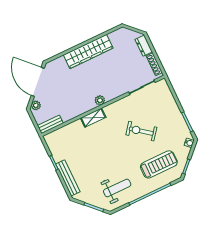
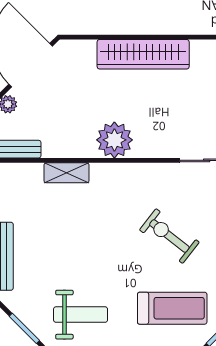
plant: (100, 100) -> (114, 140), width x1.88, depth x1.88
shelving: (93, 118) -> (67, 173), moved

